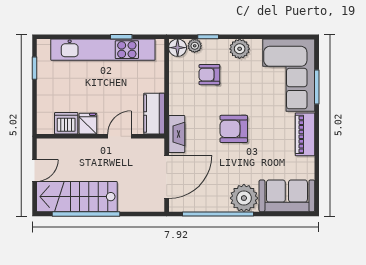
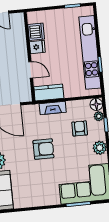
armchair: (234, 129) -> (43, 149), turned 90
fireplace: (177, 134) -> (53, 108), moved
piano: (305, 134) -> (44, 199), removed

